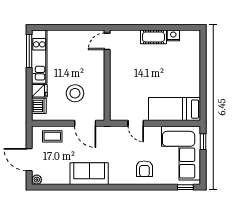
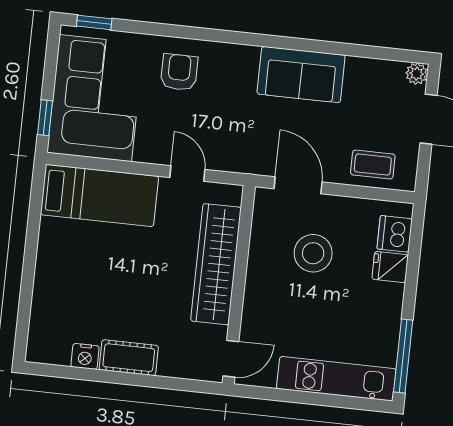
kitchen unit: (39, 57) -> (336, 379), moved, turned 90
wardrobe: (118, 84) -> (216, 264), added

